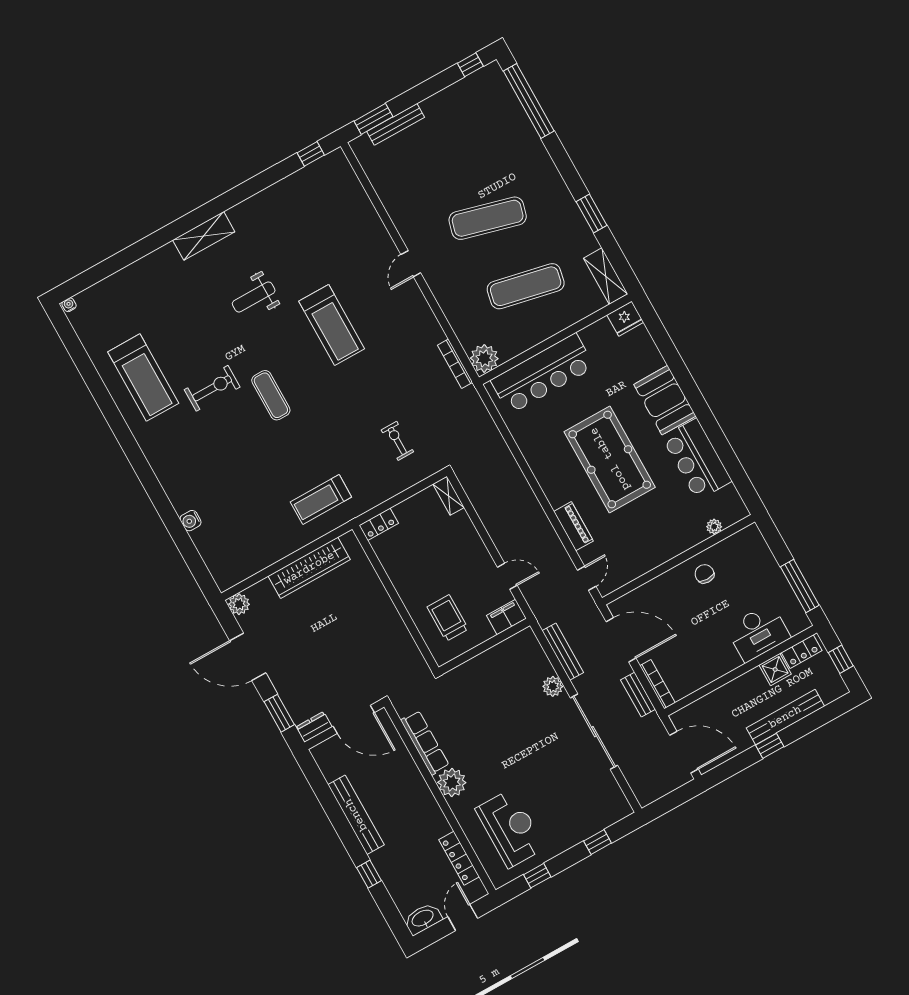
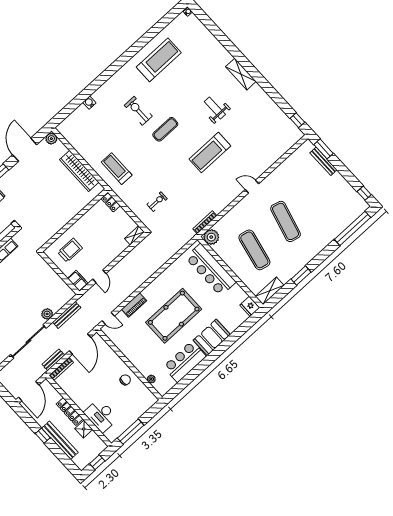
treadmill: (143, 378) -> (159, 60), turned 180
exercise bike: (212, 388) -> (138, 111), moved, turned 180
locker: (802, 652) -> (70, 411), moved, width x1.53

